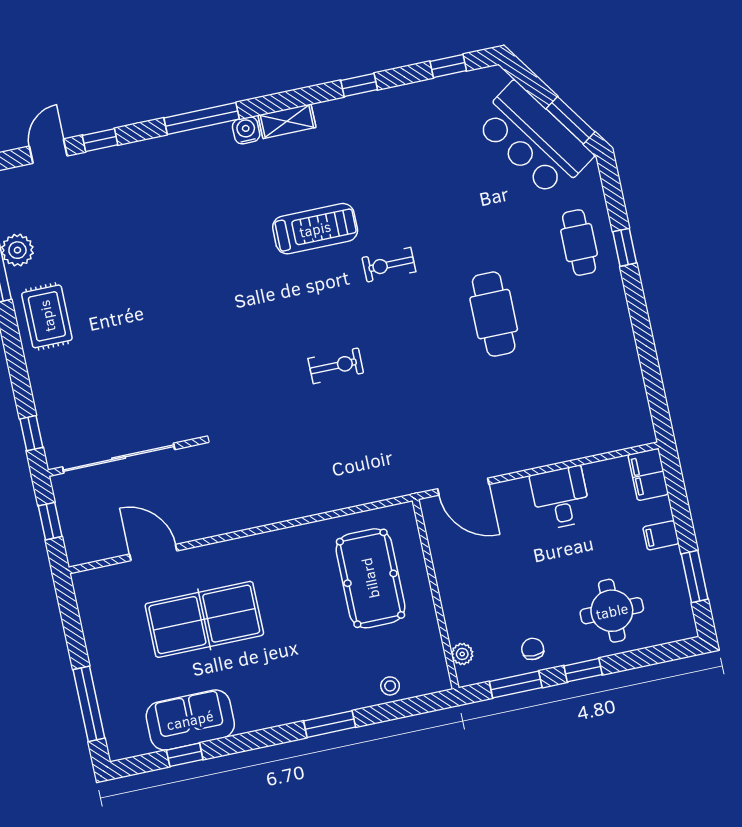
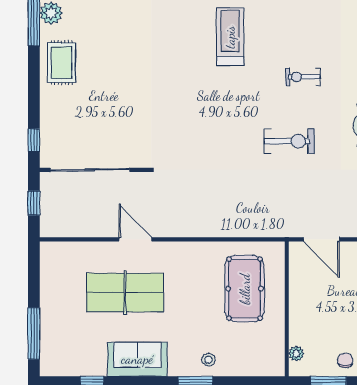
treadmill: (315, 229) -> (230, 37), moved, turned -90
exercise bike: (336, 366) -> (289, 141), moved, width x1.38, depth x1.39
door: (153, 553) -> (135, 239), moved
stool: (390, 686) -> (209, 360), moved
sofa: (190, 720) -> (137, 359), moved

